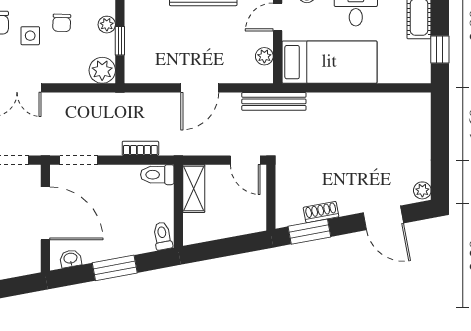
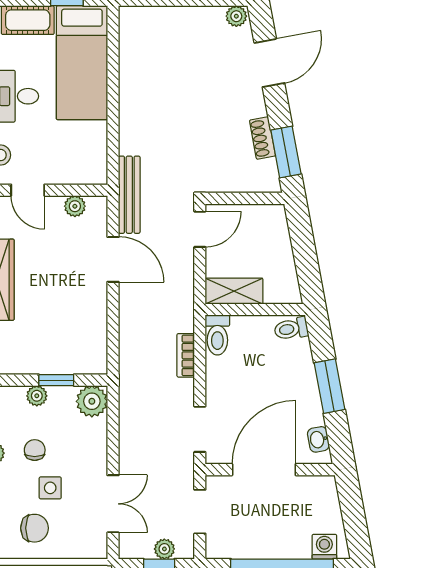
chair: (62, 23) -> (35, 450), turned -92
bed: (329, 62) -> (82, 63), moved, turned 180
door: (200, 88) -> (113, 259), moved

